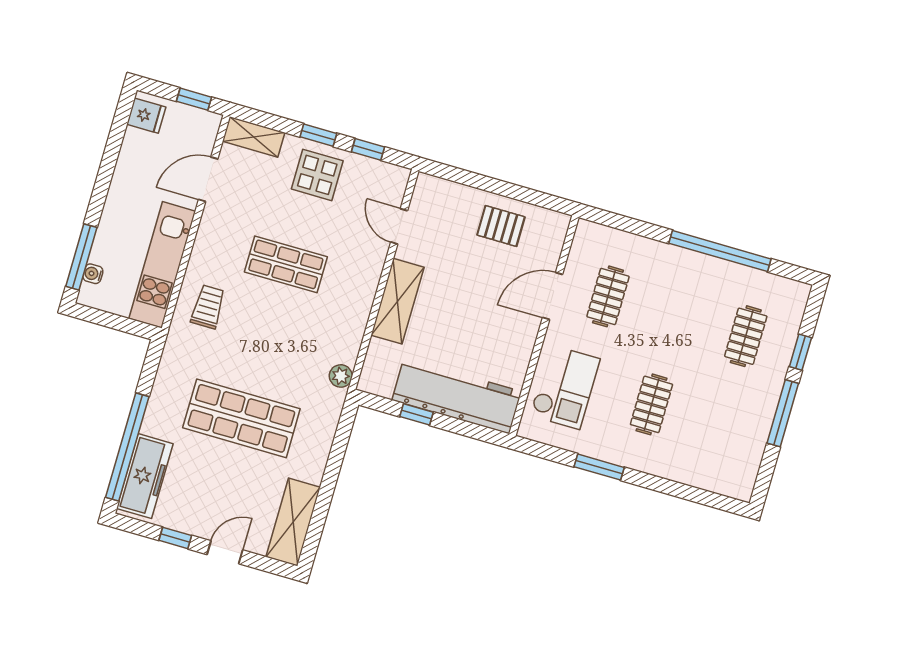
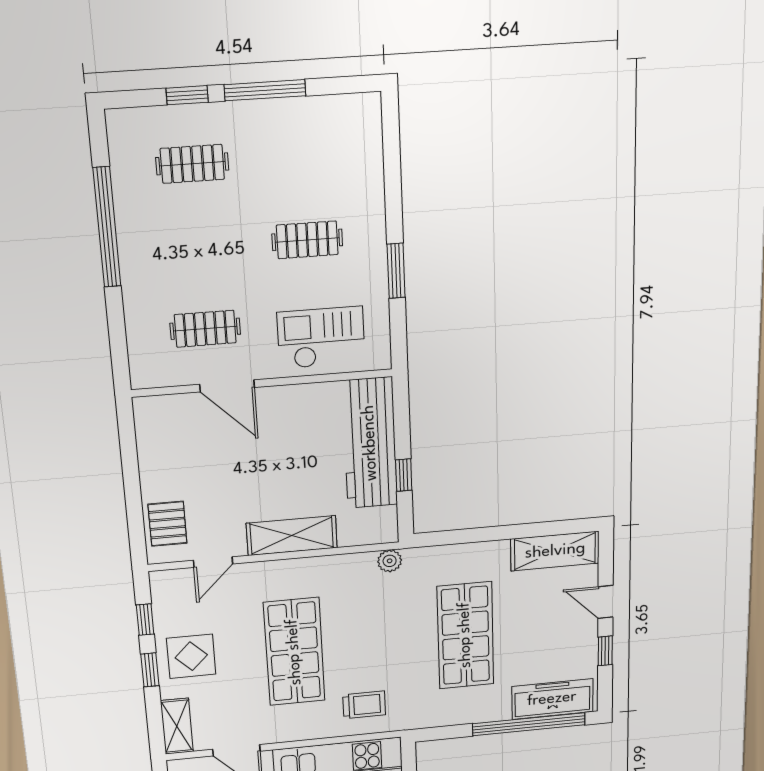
pallet: (501, 226) -> (167, 524), moved
shop shelf: (286, 264) -> (294, 652), width x1.43, depth x1.36
trolley: (208, 307) -> (364, 705), turned 180

